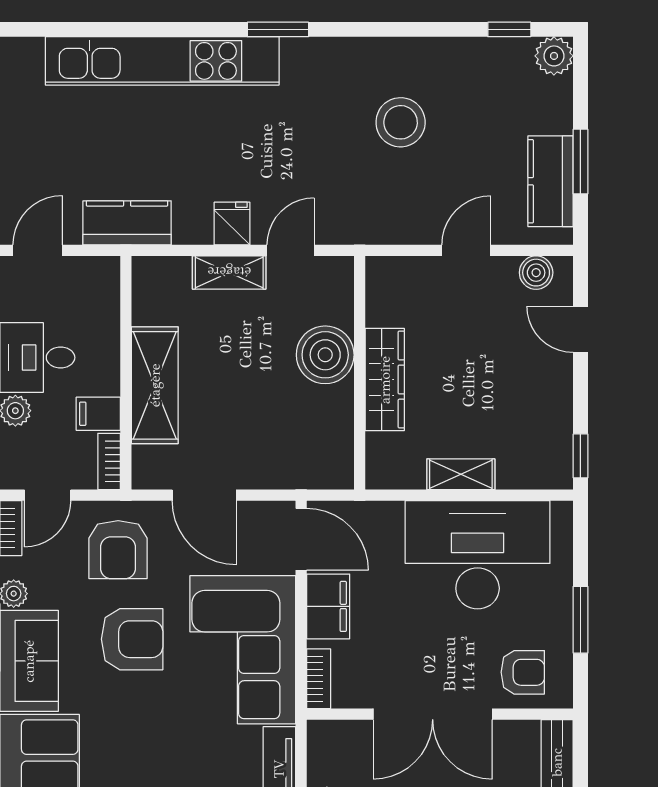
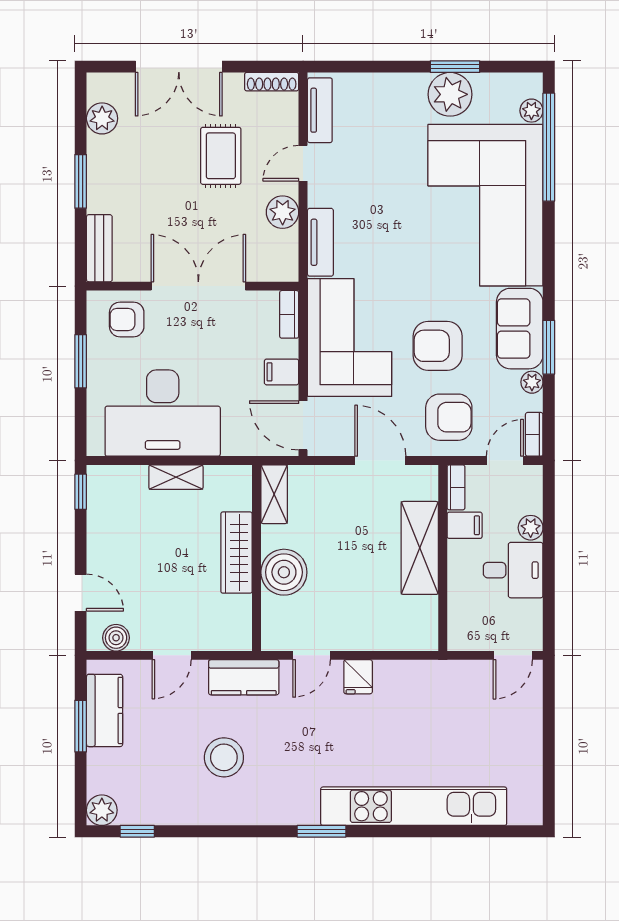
kitchen counter: (127, 223) -> (244, 677), moved
shelving: (229, 272) -> (274, 494), moved, turned 90
armchair: (118, 550) -> (449, 417), turned 90
filing cabinet: (328, 606) -> (282, 372), width x0.50

